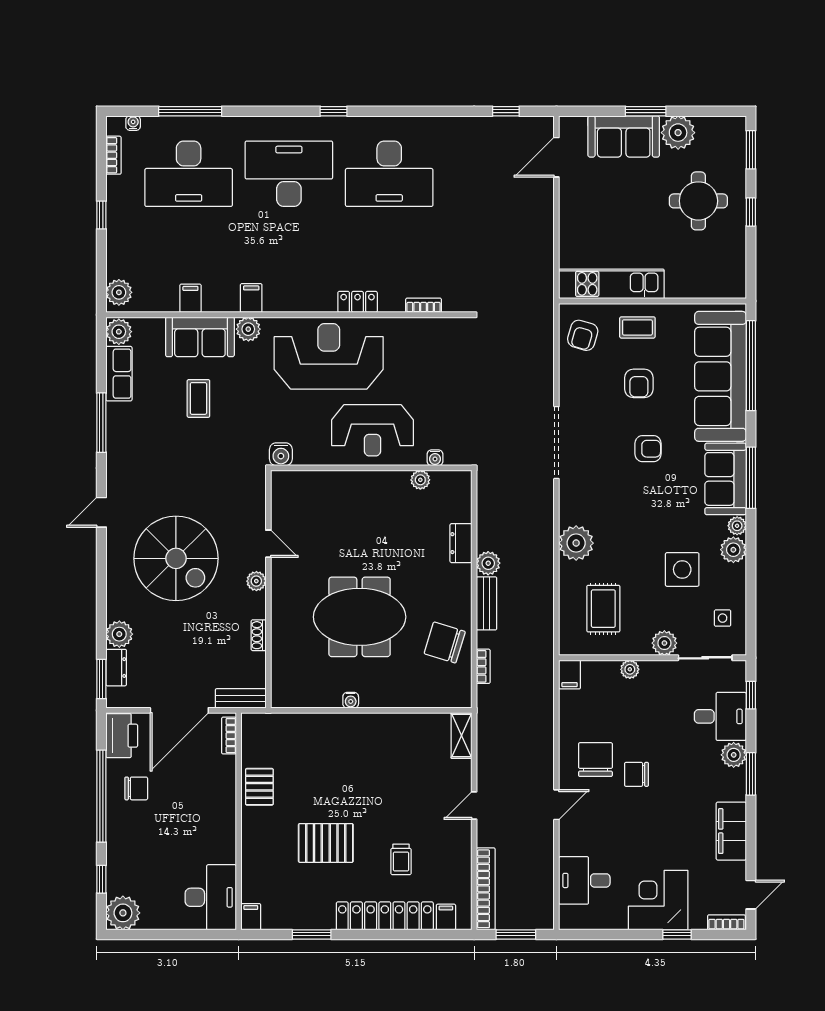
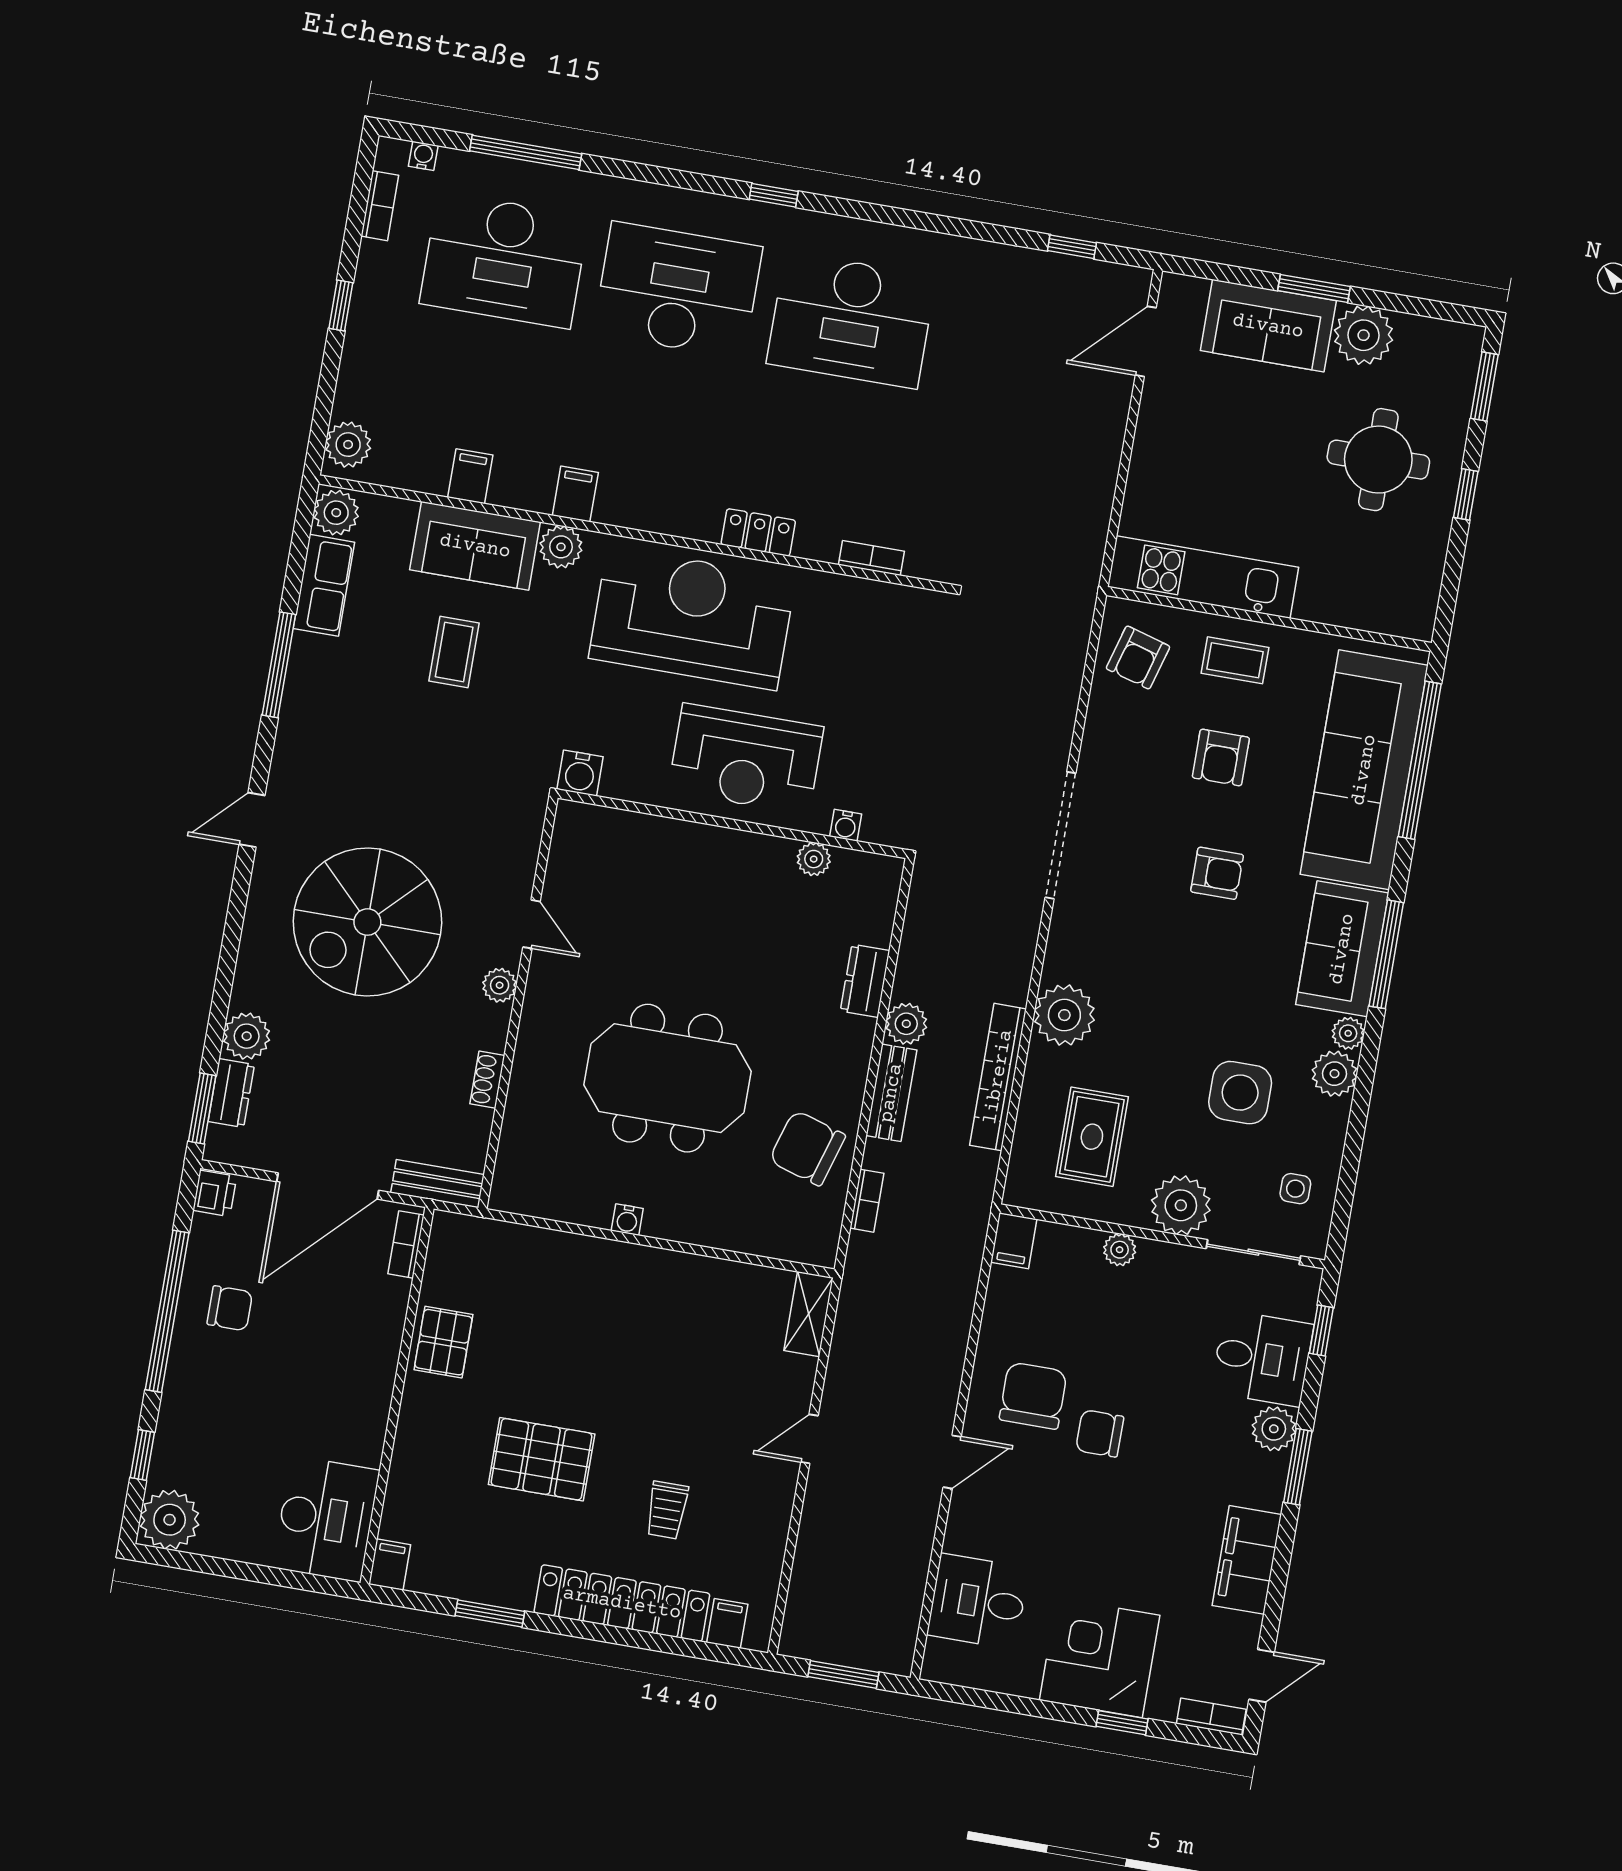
spiral stairs: (176, 558) -> (367, 922), turned 90
plant: (664, 643) -> (1181, 1205), width x1.36, depth x1.36
printer: (122, 736) -> (215, 1193), width x0.53, depth x0.68
bookcase: (486, 889) -> (998, 1077), moved, turned 180

